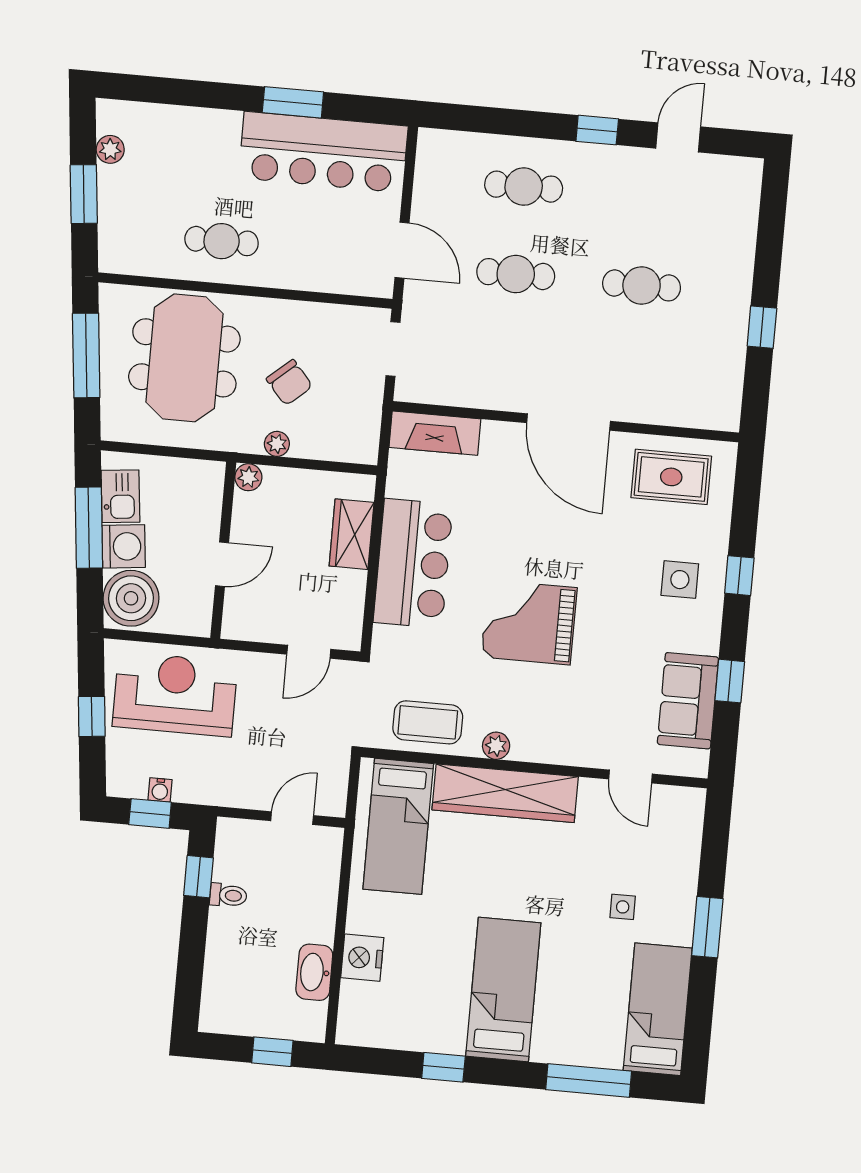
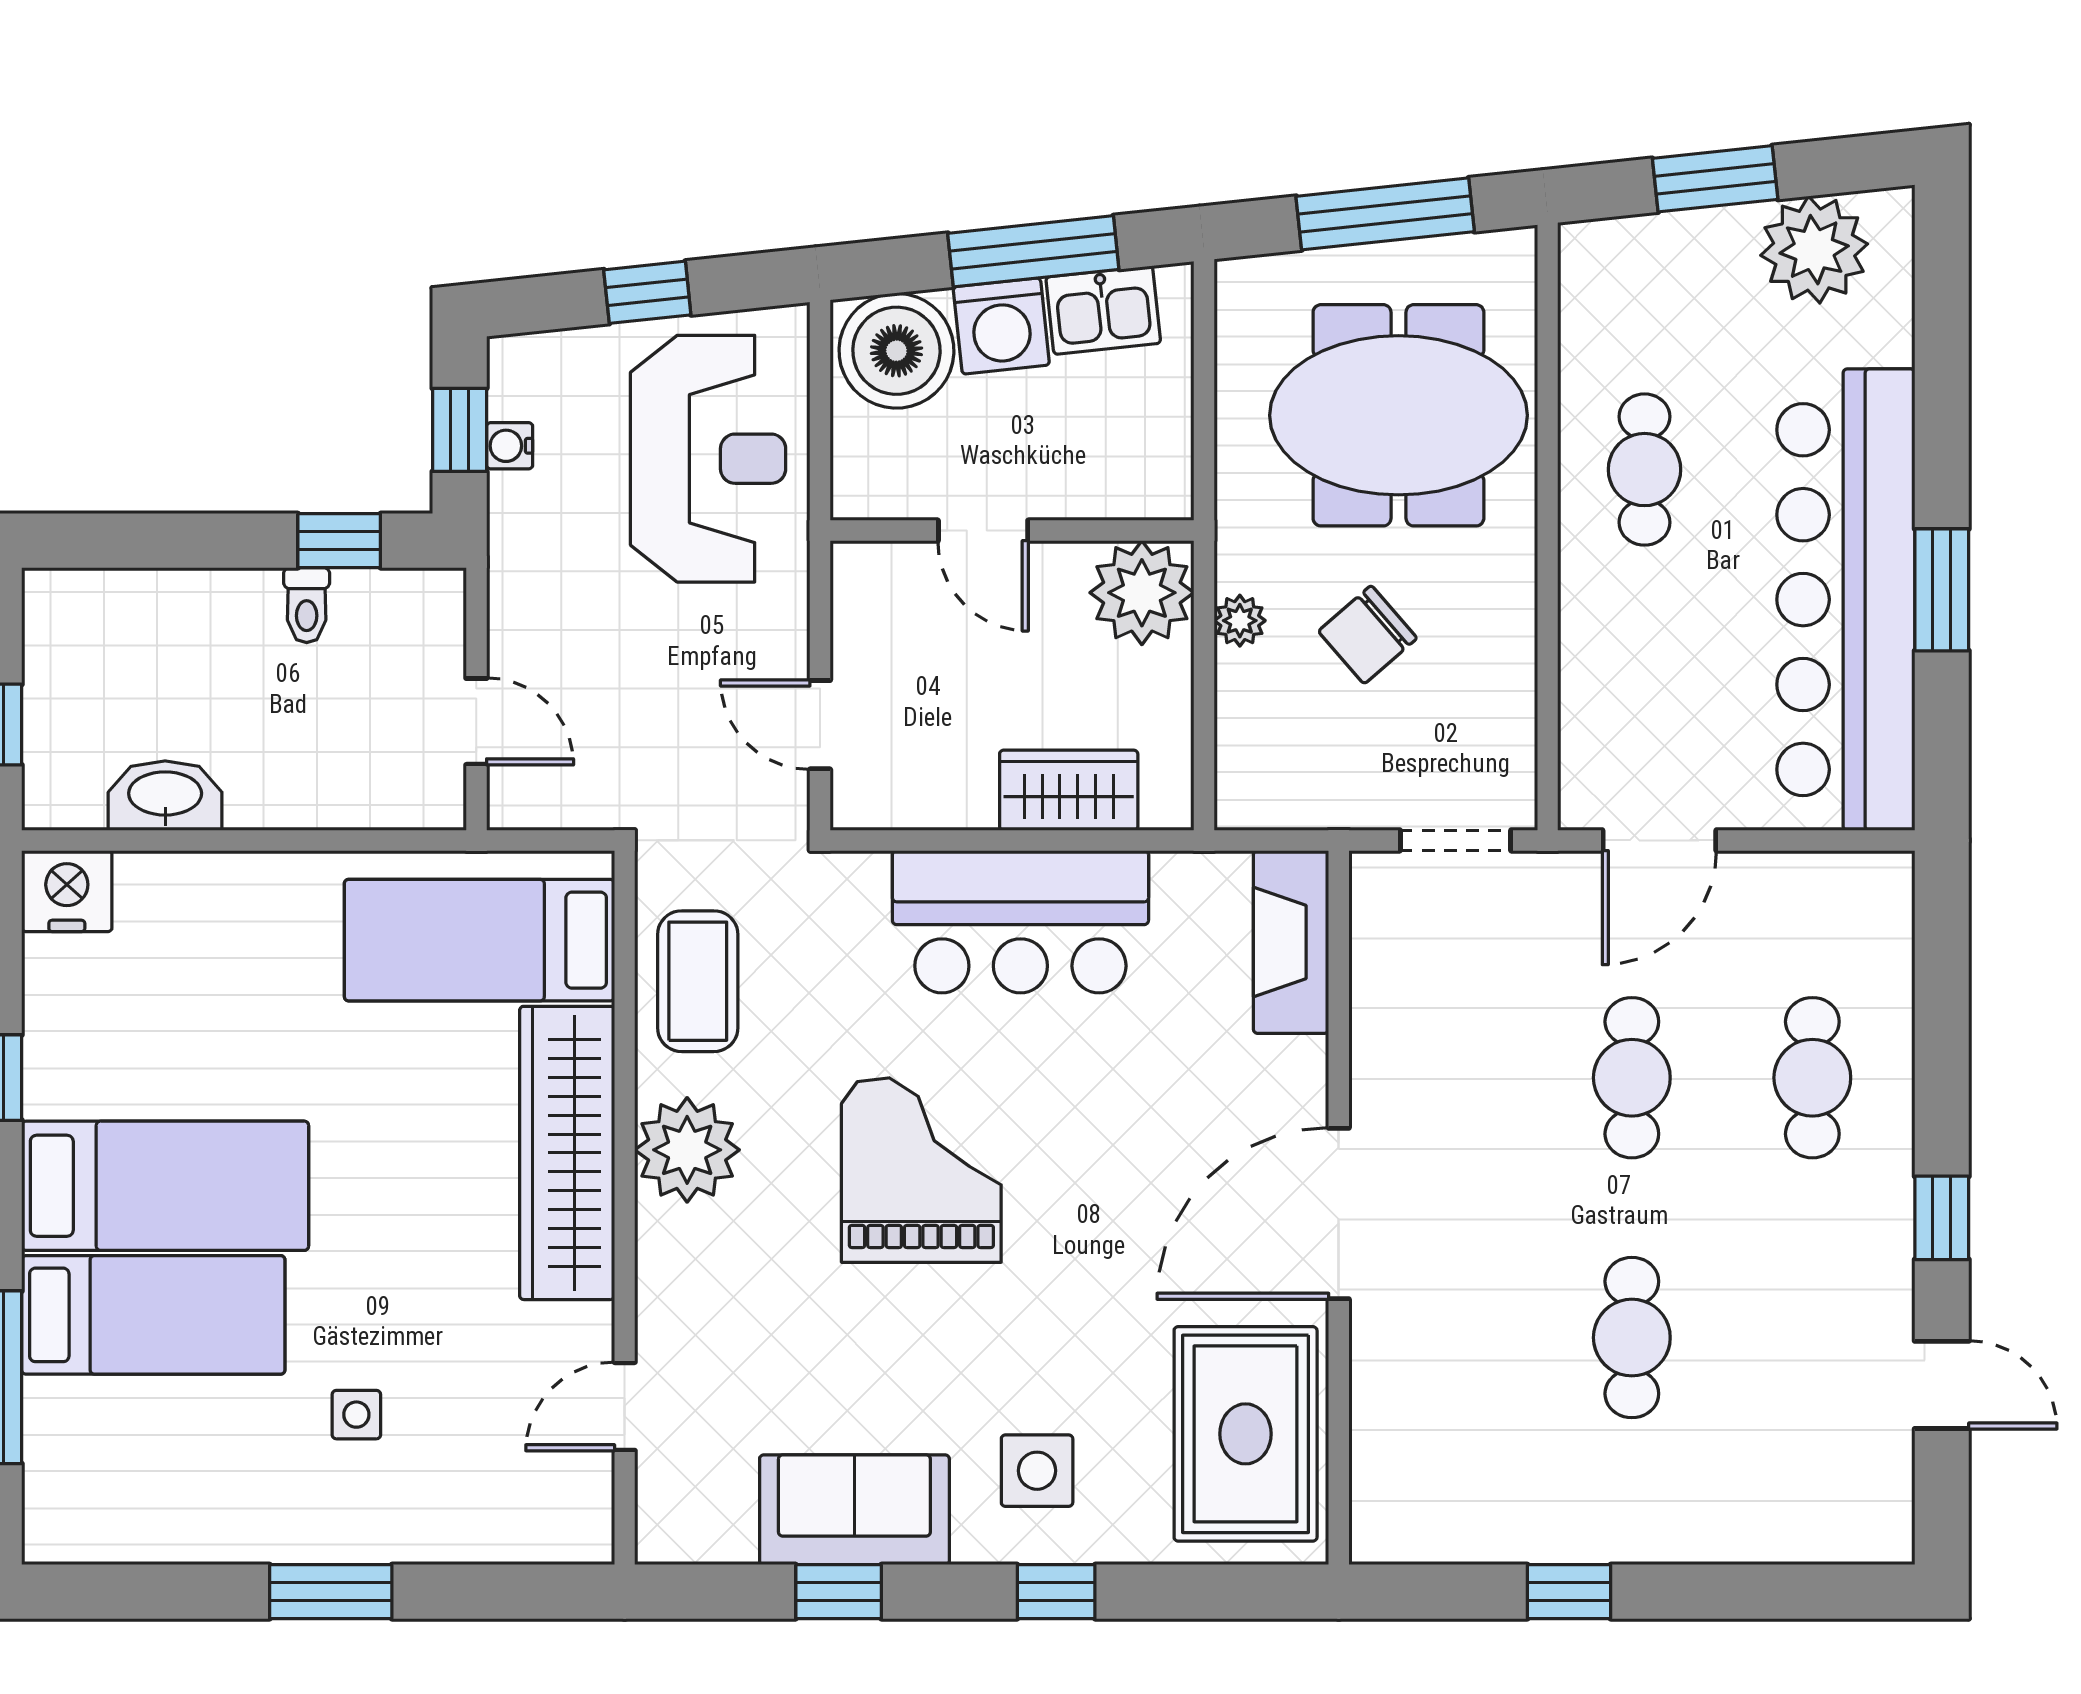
plant: (110, 149) -> (1814, 250), width x1.87, depth x1.87
bar counter: (323, 152) -> (1846, 600), width x1.36
plant: (248, 477) -> (1142, 593), width x1.88, depth x1.88
rug: (671, 477) -> (1246, 1434), width x1.36, depth x1.43
sofa: (688, 701) -> (854, 1510), moved
plant: (496, 746) -> (687, 1150), width x1.87, depth x1.87
nightstand: (362, 958) -> (67, 891), moved
bed: (658, 1009) -> (153, 1315), moved

